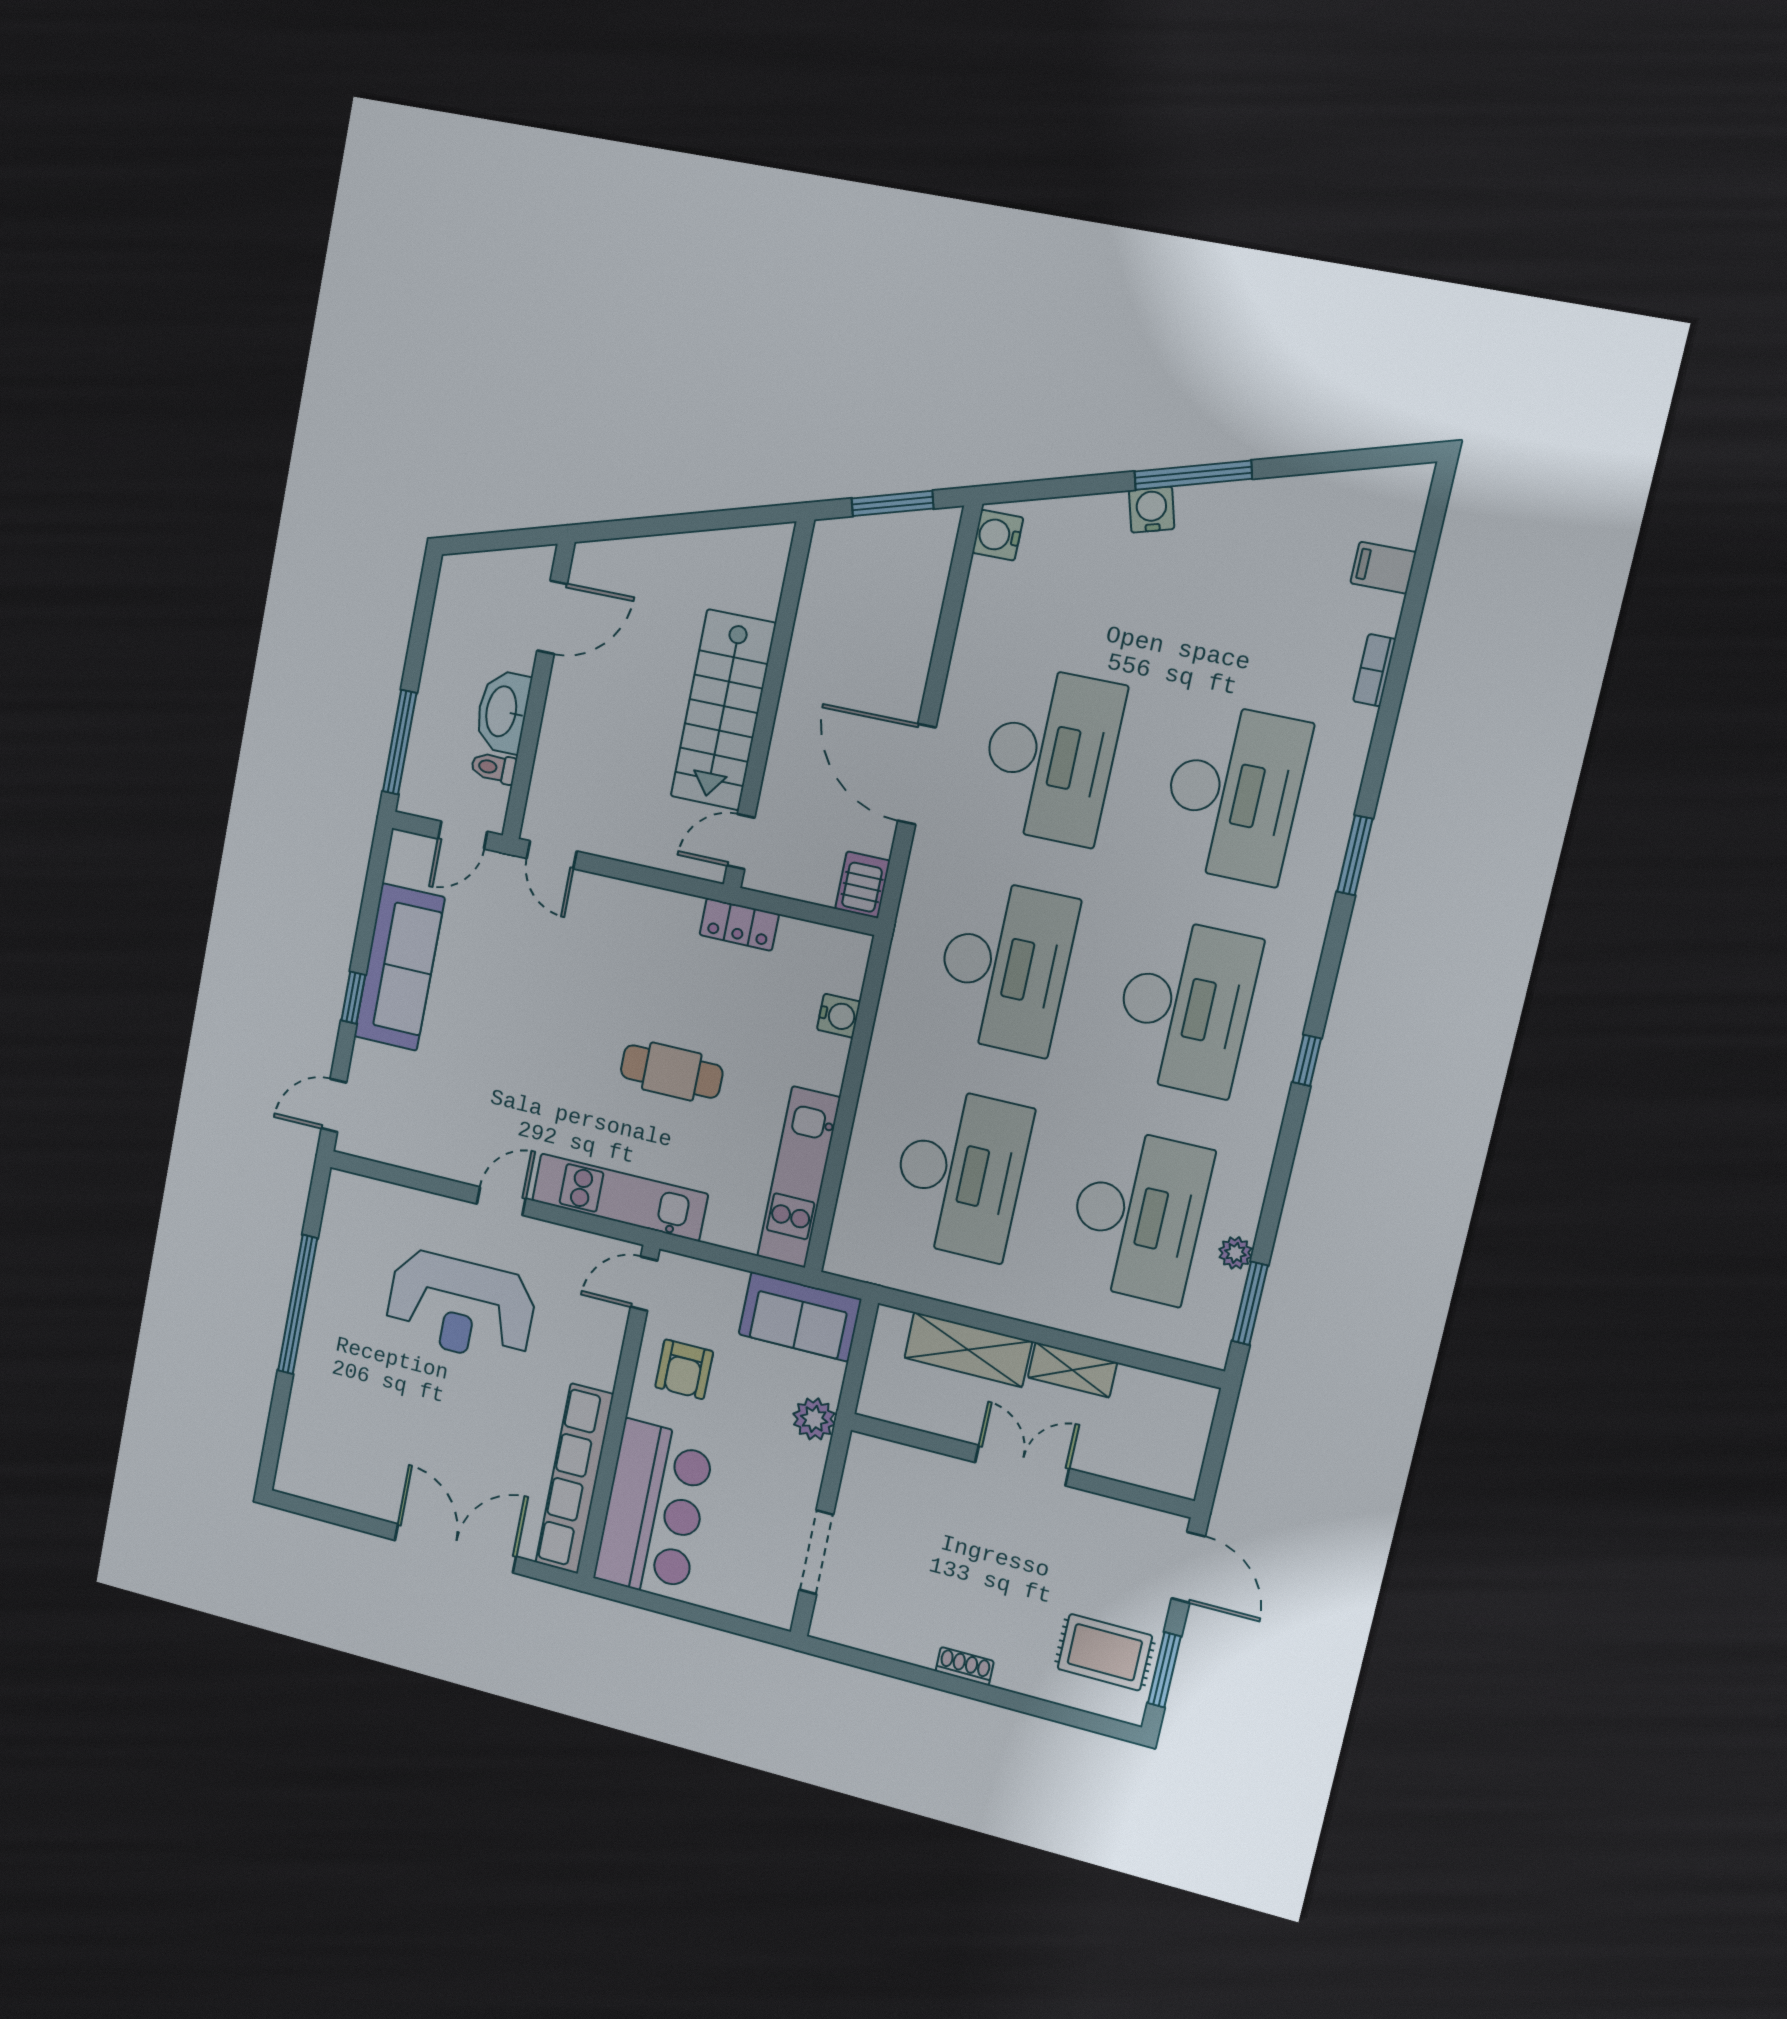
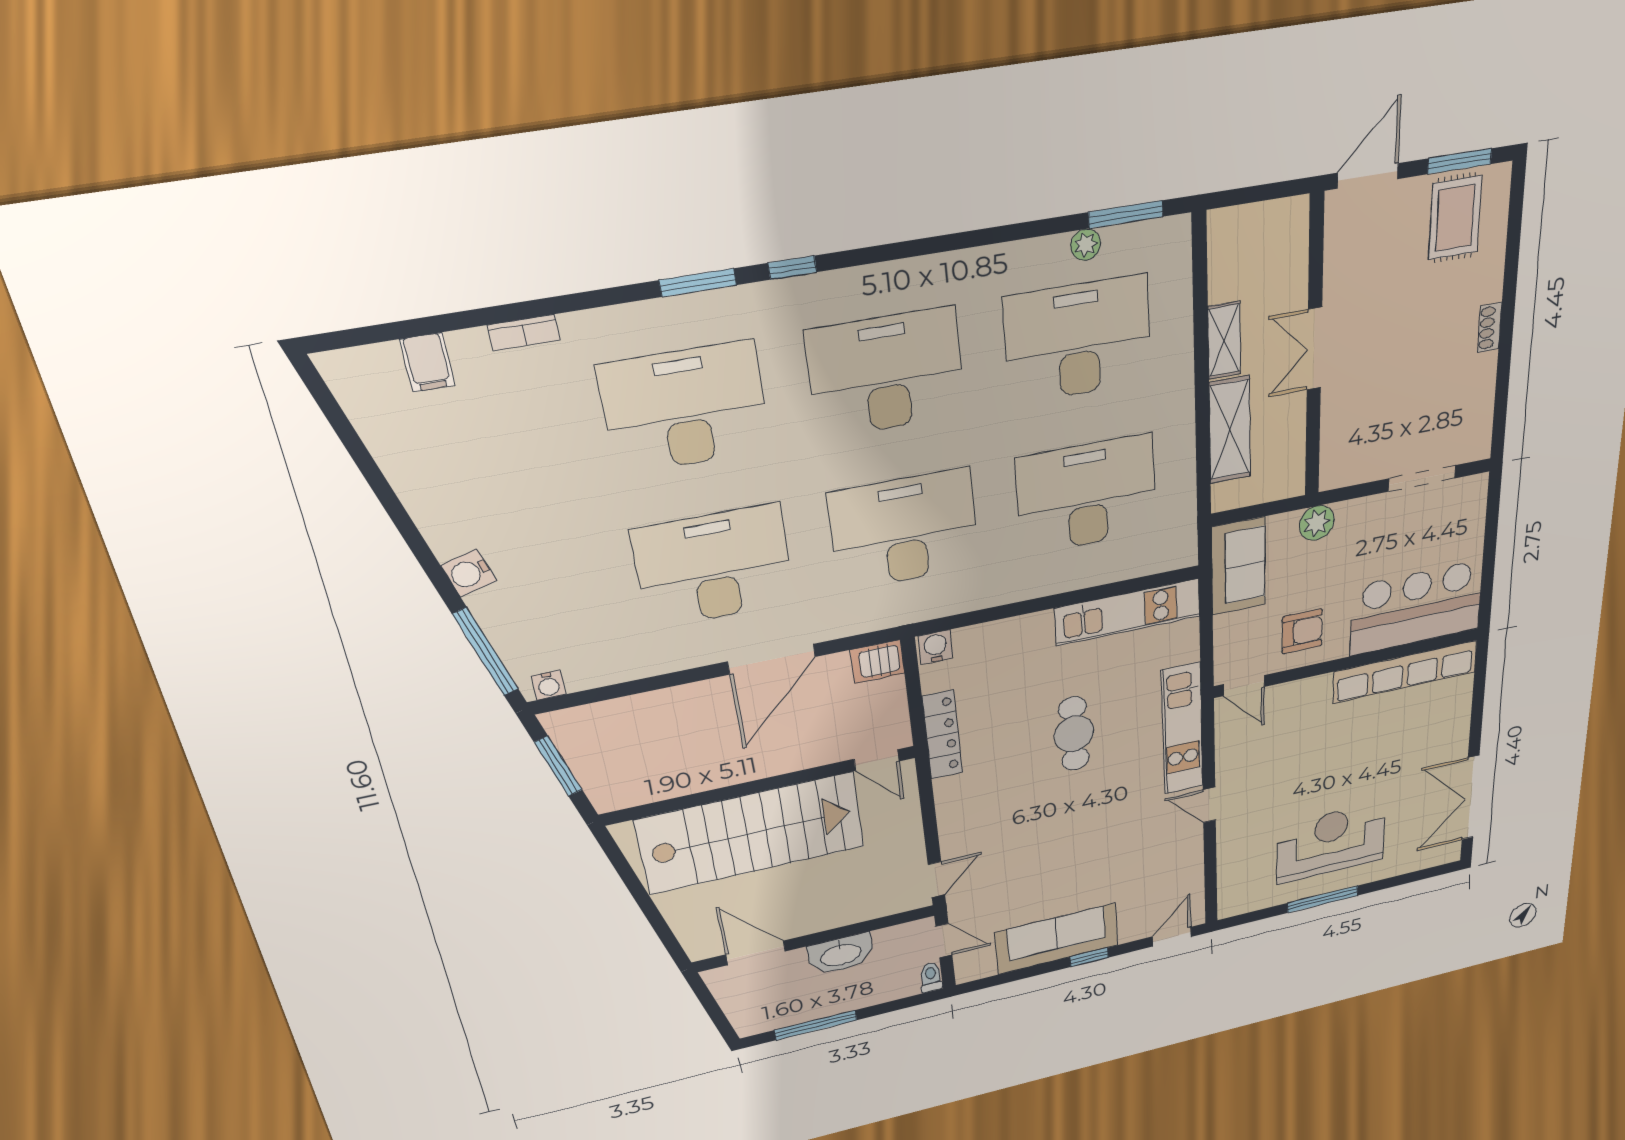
window: (1193, 475) -> (486, 652), moved
water cooler: (998, 535) -> (549, 685), width x0.72, depth x0.72
stairs: (723, 710) -> (751, 833), width x1.36, depth x1.51
window: (400, 742) -> (816, 1025), moved
toilet: (494, 768) -> (931, 977), moved, turned 180
locker: (739, 924) -> (942, 735), width x1.53
water cooler: (839, 1016) -> (935, 647), moved
window: (1307, 1060) -> (792, 268), moved
door: (334, 1105) -> (1172, 937), swing flipped
window: (298, 1304) -> (1323, 899), width x0.68
reception desk: (461, 1307) -> (1331, 842), moved, turned -90
double door: (455, 1548) -> (1471, 798), moved

